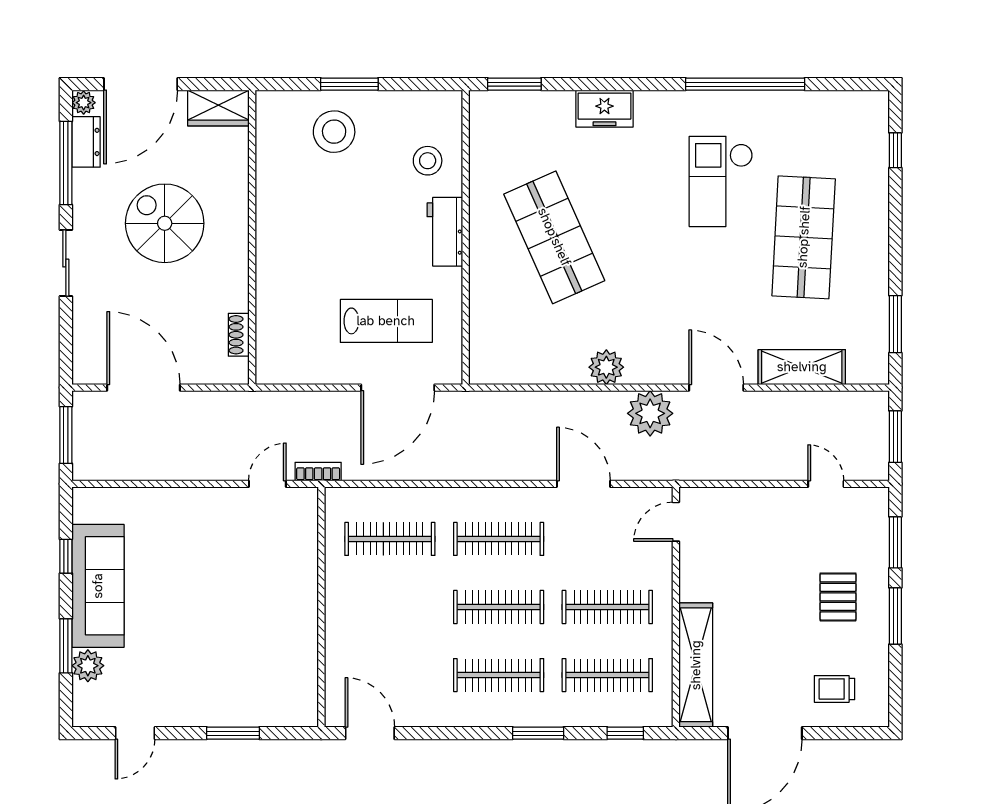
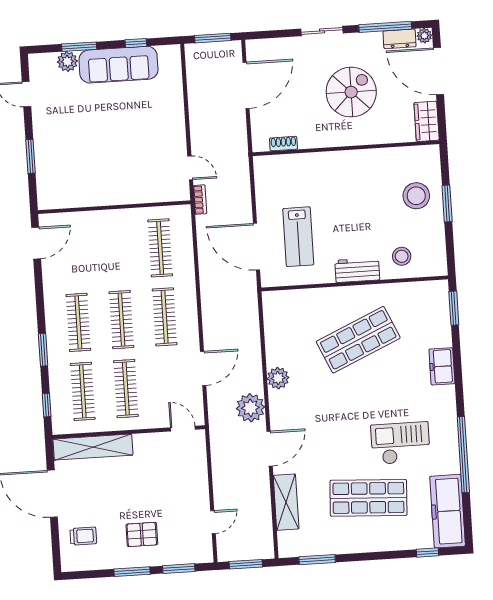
freezer: (832, 114) -> (448, 511), added
trolley: (835, 689) -> (83, 536), turned 90

